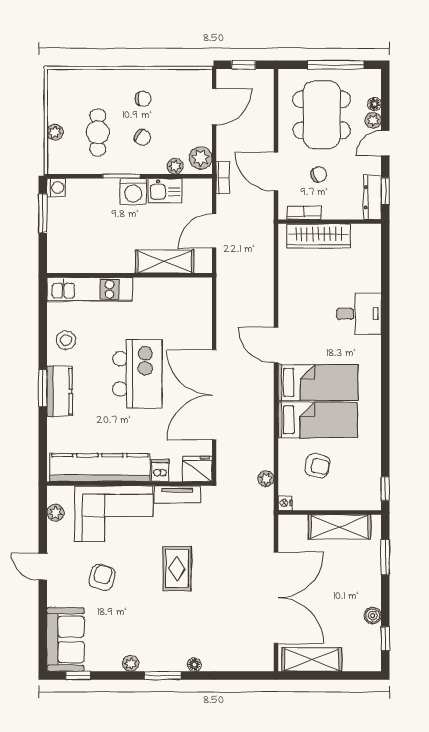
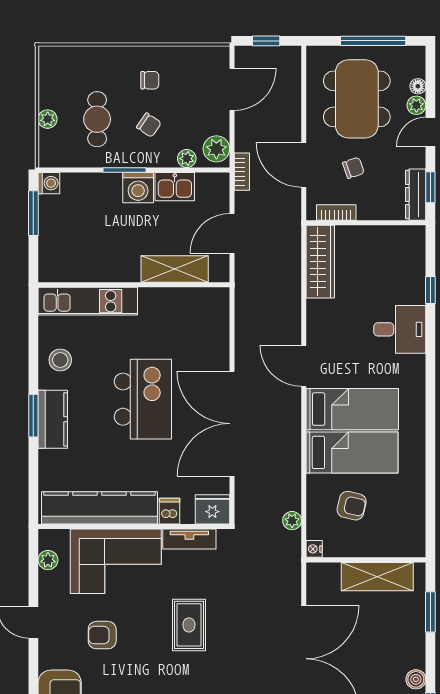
wardrobe: (318, 236) -> (320, 262), moved, turned -90
window: (385, 489) -> (430, 290), moved
armchair: (102, 577) -> (102, 635), turned -105

